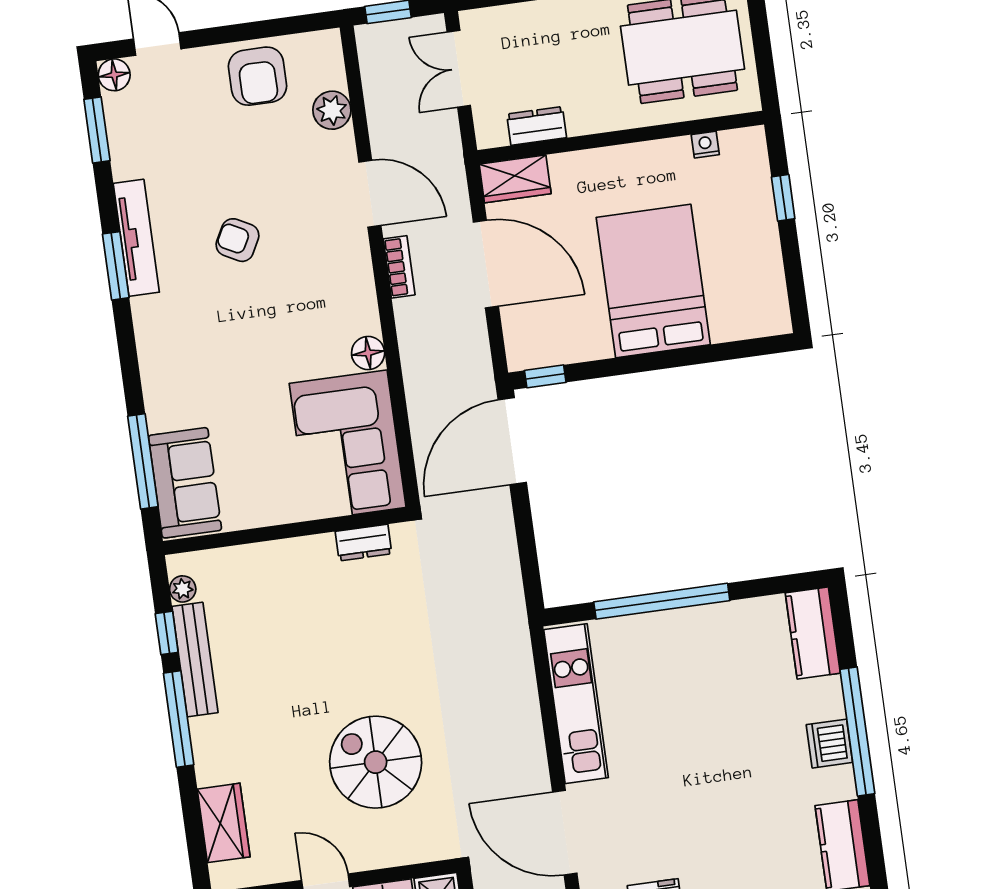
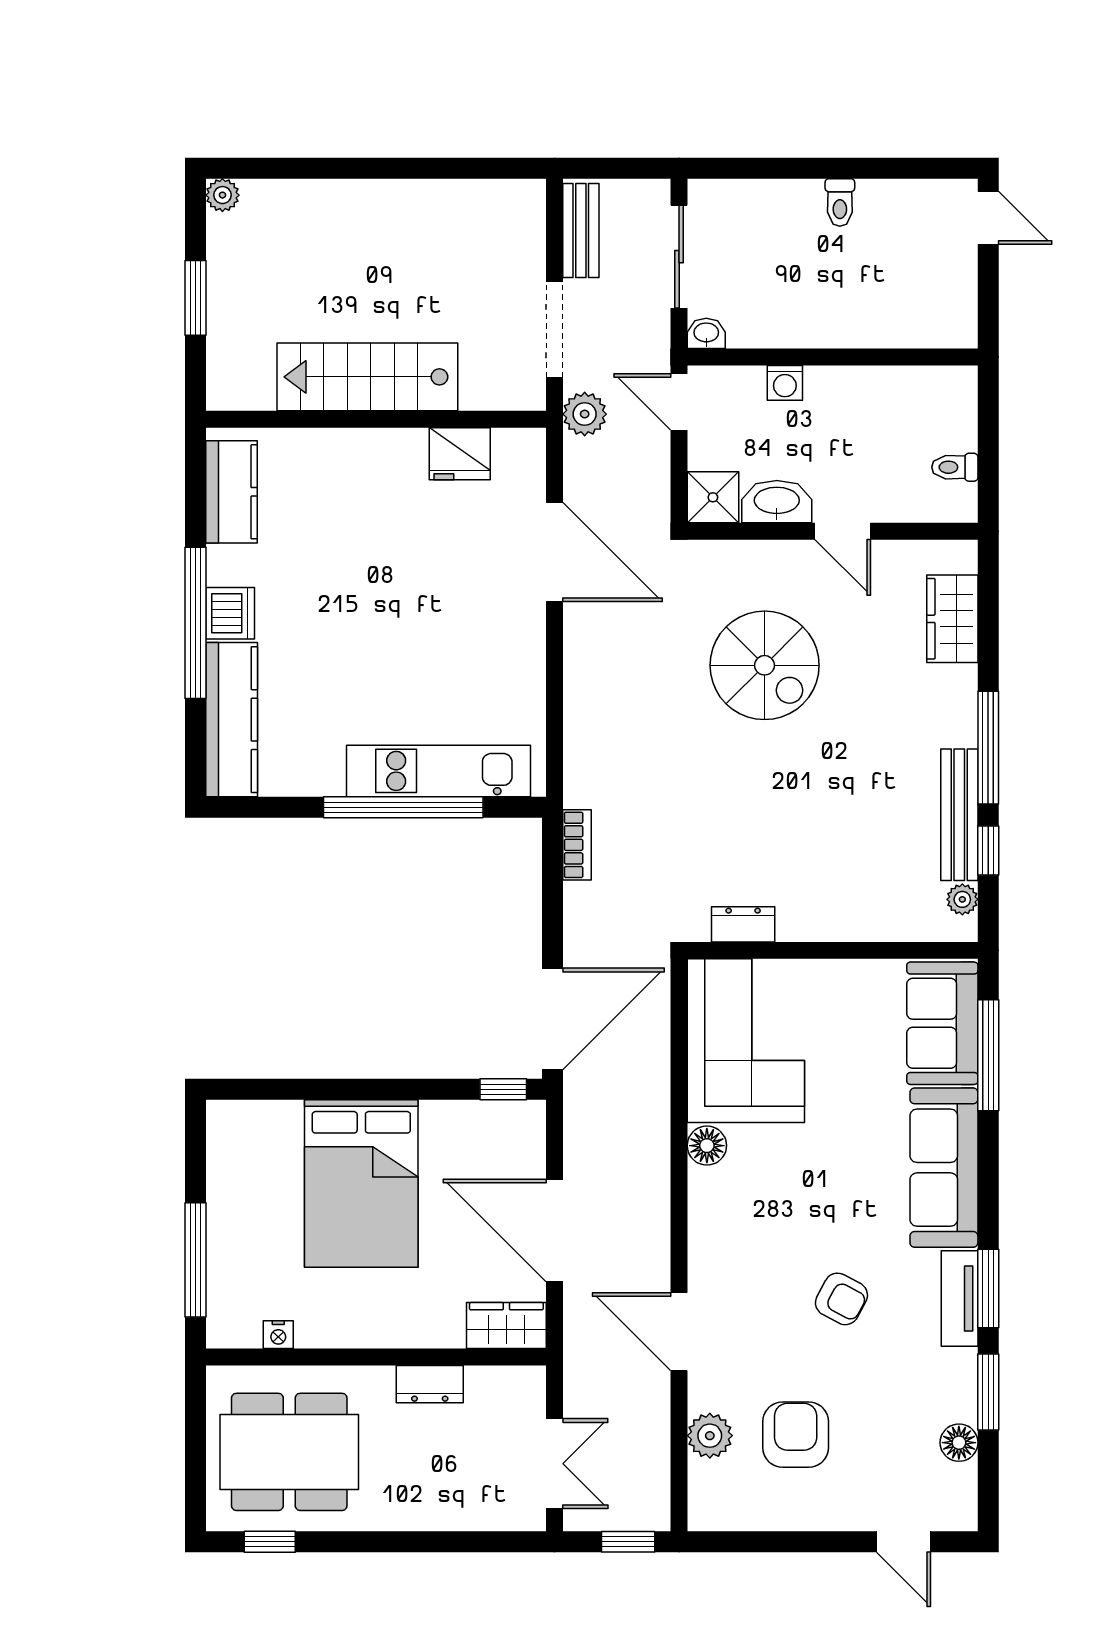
floor lamp: (114, 75) -> (959, 1443), moved
armchair: (258, 76) -> (796, 1435), moved
dresser: (537, 126) -> (430, 1384), moved
window: (97, 130) -> (988, 1392), moved
window: (783, 198) -> (196, 1260), width x2.17
tv unit: (136, 238) -> (960, 1299), width x0.71
bookcase: (399, 267) -> (577, 845), moved, turned 180
sofa: (167, 362) -> (944, 1168), added
kitchen counter: (813, 633) -> (232, 720), width x1.50
kitchen unit: (576, 704) -> (438, 771), moved, turned 90

